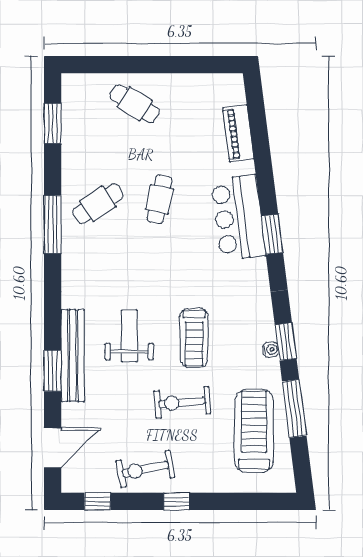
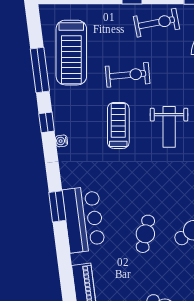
window: (286, 342) -> (47, 122), width x0.67
water cooler: (271, 350) -> (61, 141), moved

